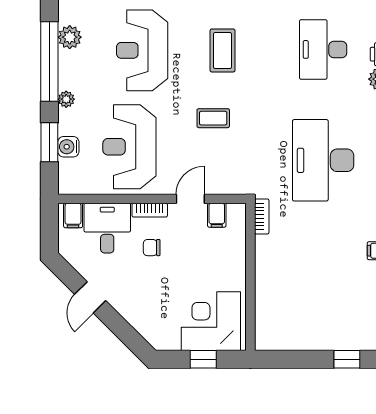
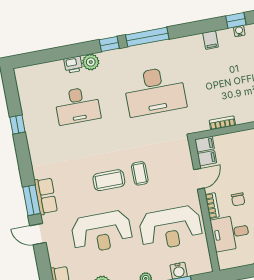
coffee table: (223, 50) -> (109, 180), moved
door: (190, 199) -> (199, 179), swing flipped
filing cabinet: (73, 215) -> (205, 144), moved
bookcase: (262, 216) -> (222, 123), moved

